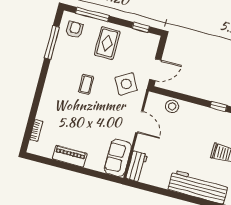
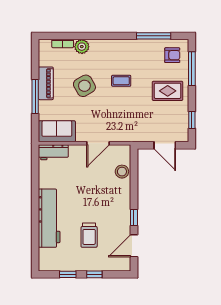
door: (155, 70) -> (165, 145), moved
side table: (126, 84) -> (84, 86), moved
plant: (44, 113) -> (82, 47), added
window: (79, 170) -> (35, 97), added

